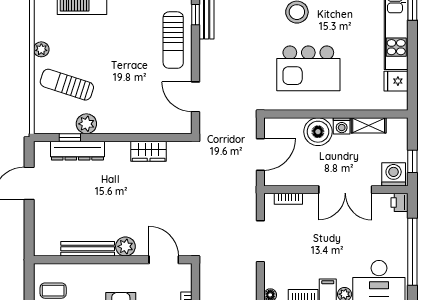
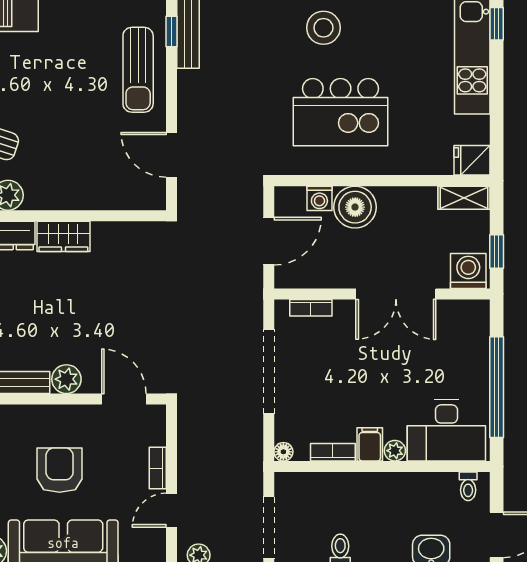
fridge: (396, 81) -> (472, 160), moved
shelving: (369, 125) -> (464, 198), moved
washing machine: (342, 126) -> (319, 198), moved
wardrobe: (149, 151) -> (63, 236), moved
printer: (399, 202) -> (477, 313), removed
doorway: (260, 241) -> (269, 371), width x1.36

